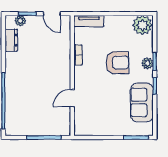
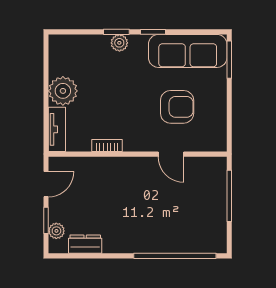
plant: (142, 25) -> (63, 91), moved
armchair: (117, 63) -> (177, 107), moved, turned 90
sofa: (142, 102) -> (188, 51), width x1.36

